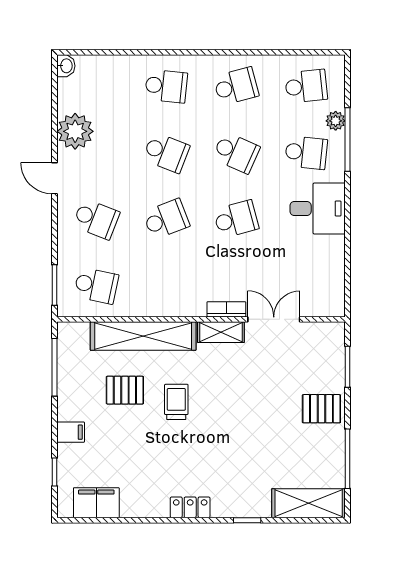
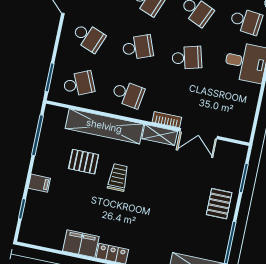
school desk: (96, 286) -> (79, 84), turned -36
school desk: (166, 286) -> (128, 94), added
double door: (274, 319) -> (199, 134), swing flipped
pallet: (321, 409) -> (219, 204), turned 90
filing cabinet: (96, 503) -> (81, 244), moved

